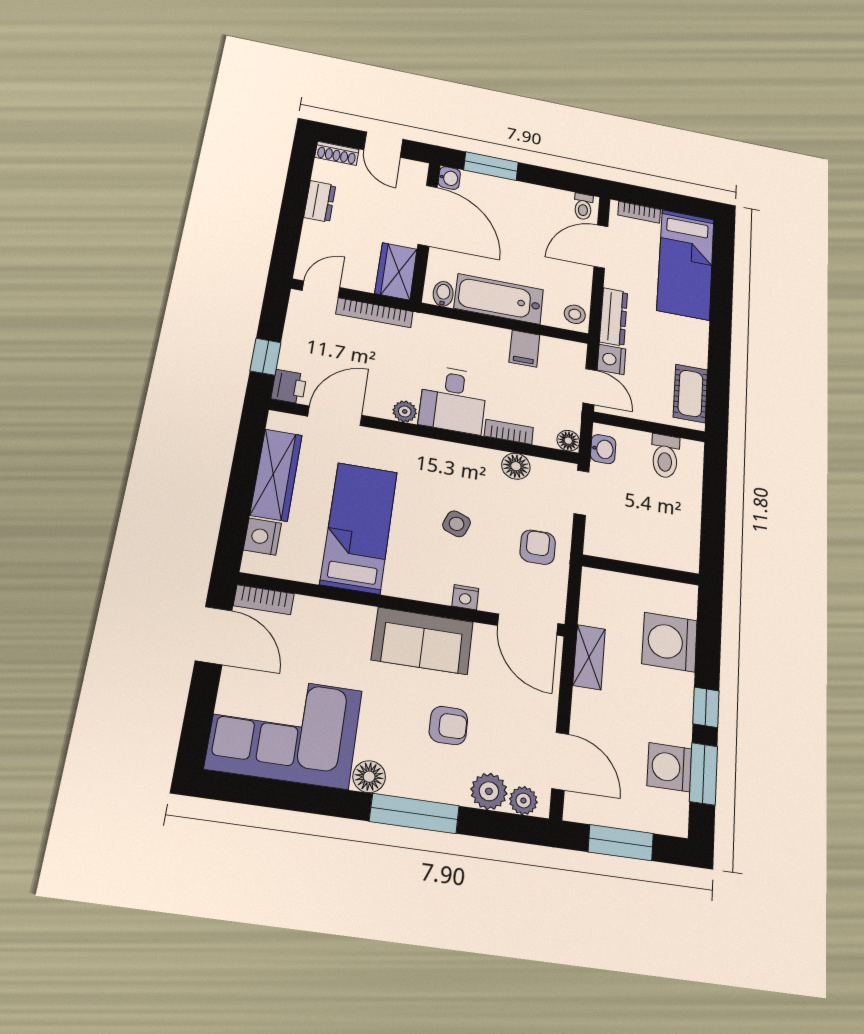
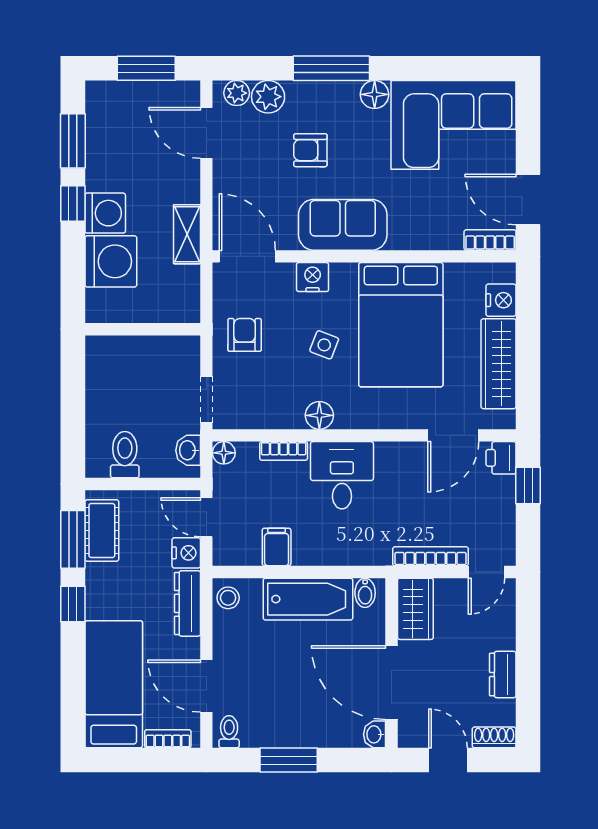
window: (491, 166) -> (289, 760), moved
door: (601, 247) -> (206, 686), swing flipped
window: (720, 336) -> (73, 604), added
window: (718, 391) -> (73, 539), added
plant: (405, 411) -> (387, 453), removed
floor lamp: (516, 466) -> (319, 415), moved
bed: (359, 528) -> (401, 325), width x1.50
armchair: (538, 547) -> (245, 335), turned 180
nightstand: (465, 597) -> (313, 277), width x1.39, depth x1.35
washing machine: (669, 767) -> (105, 213), moved

